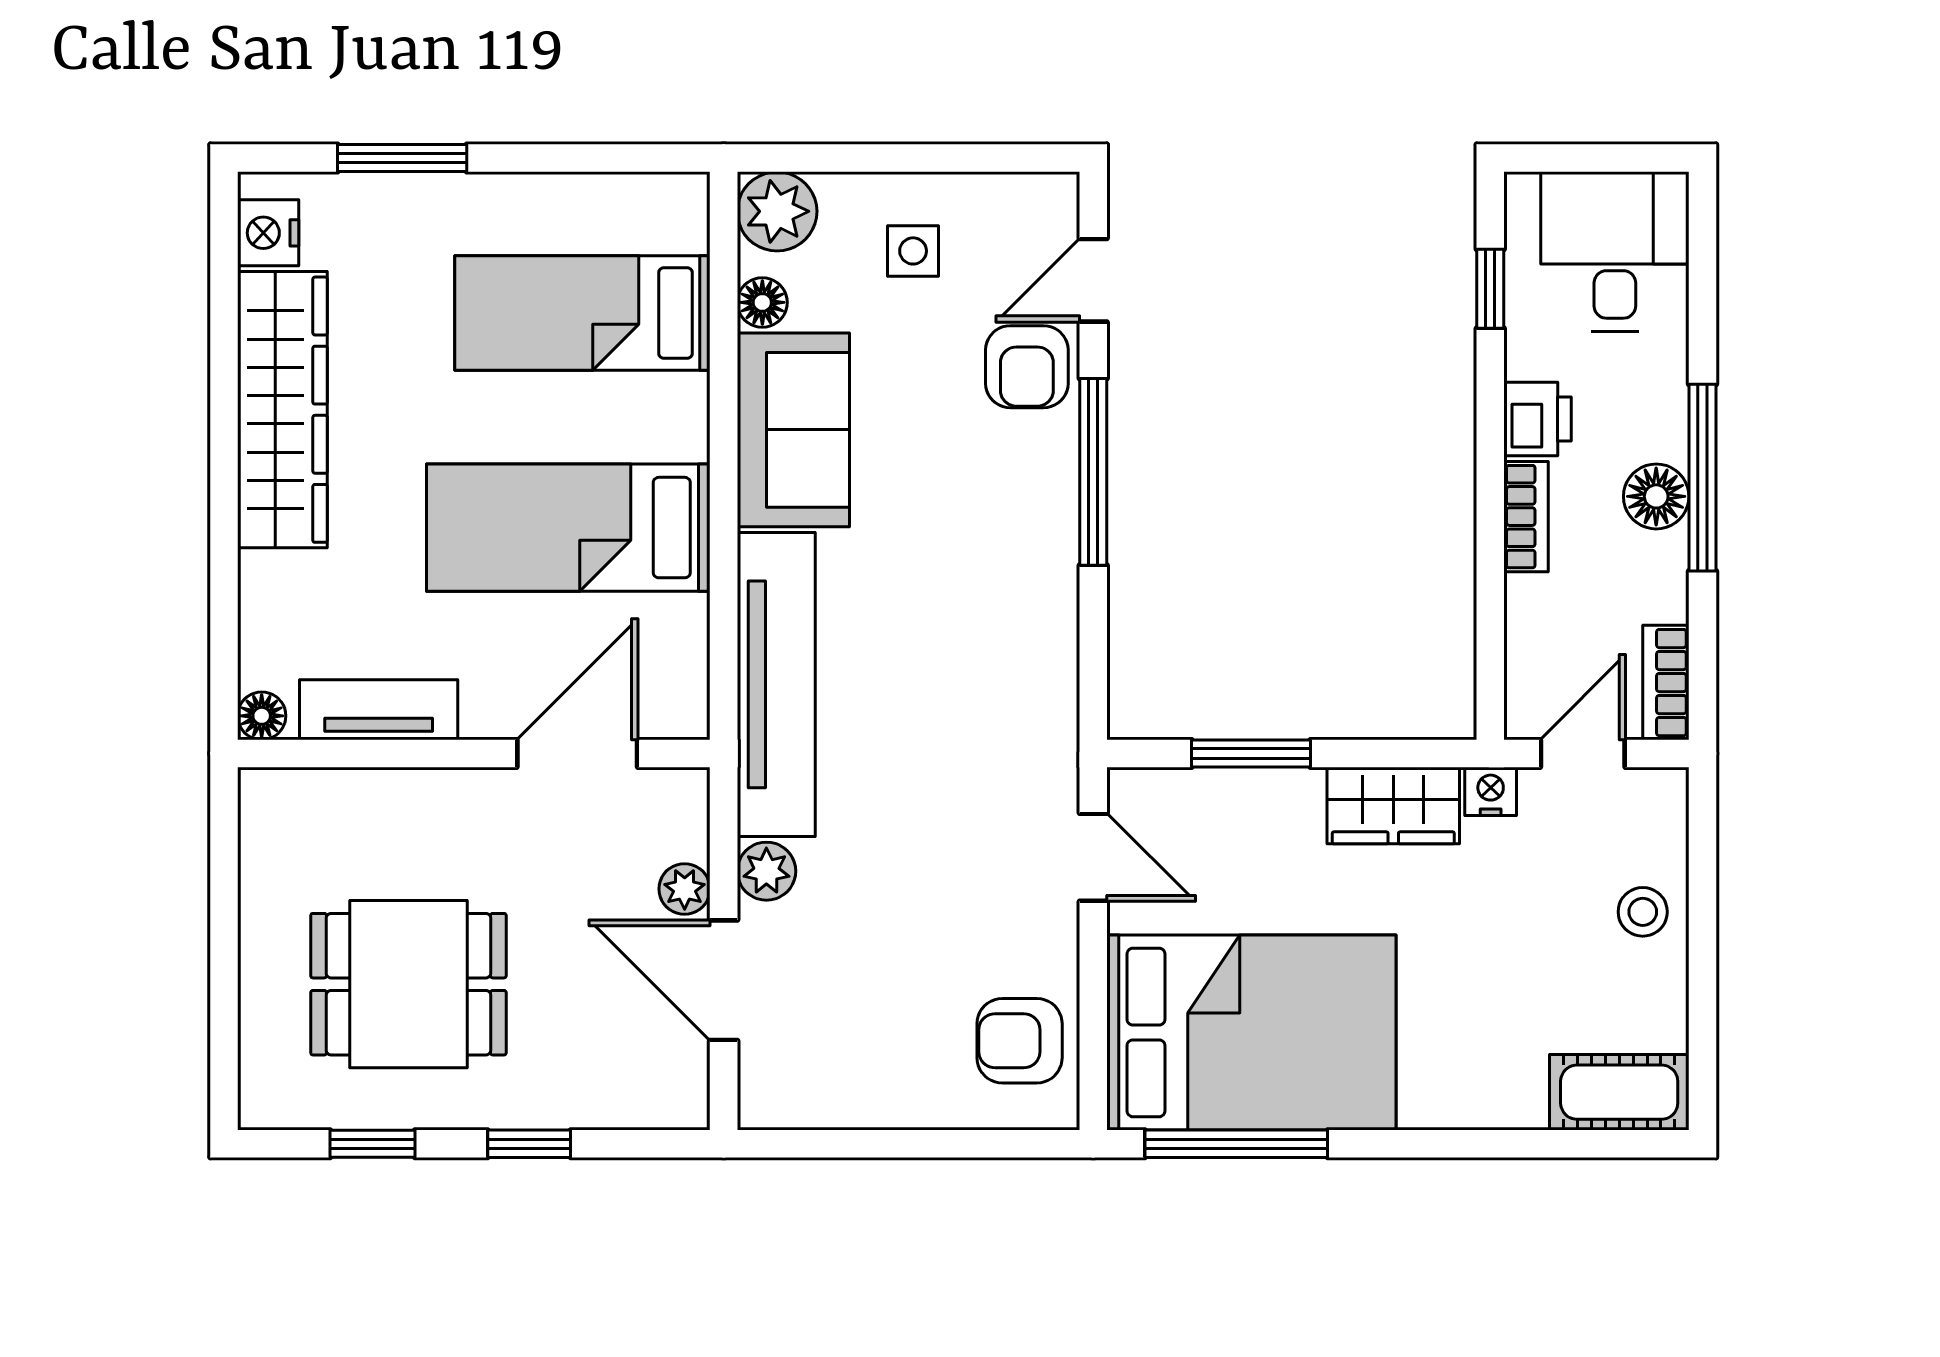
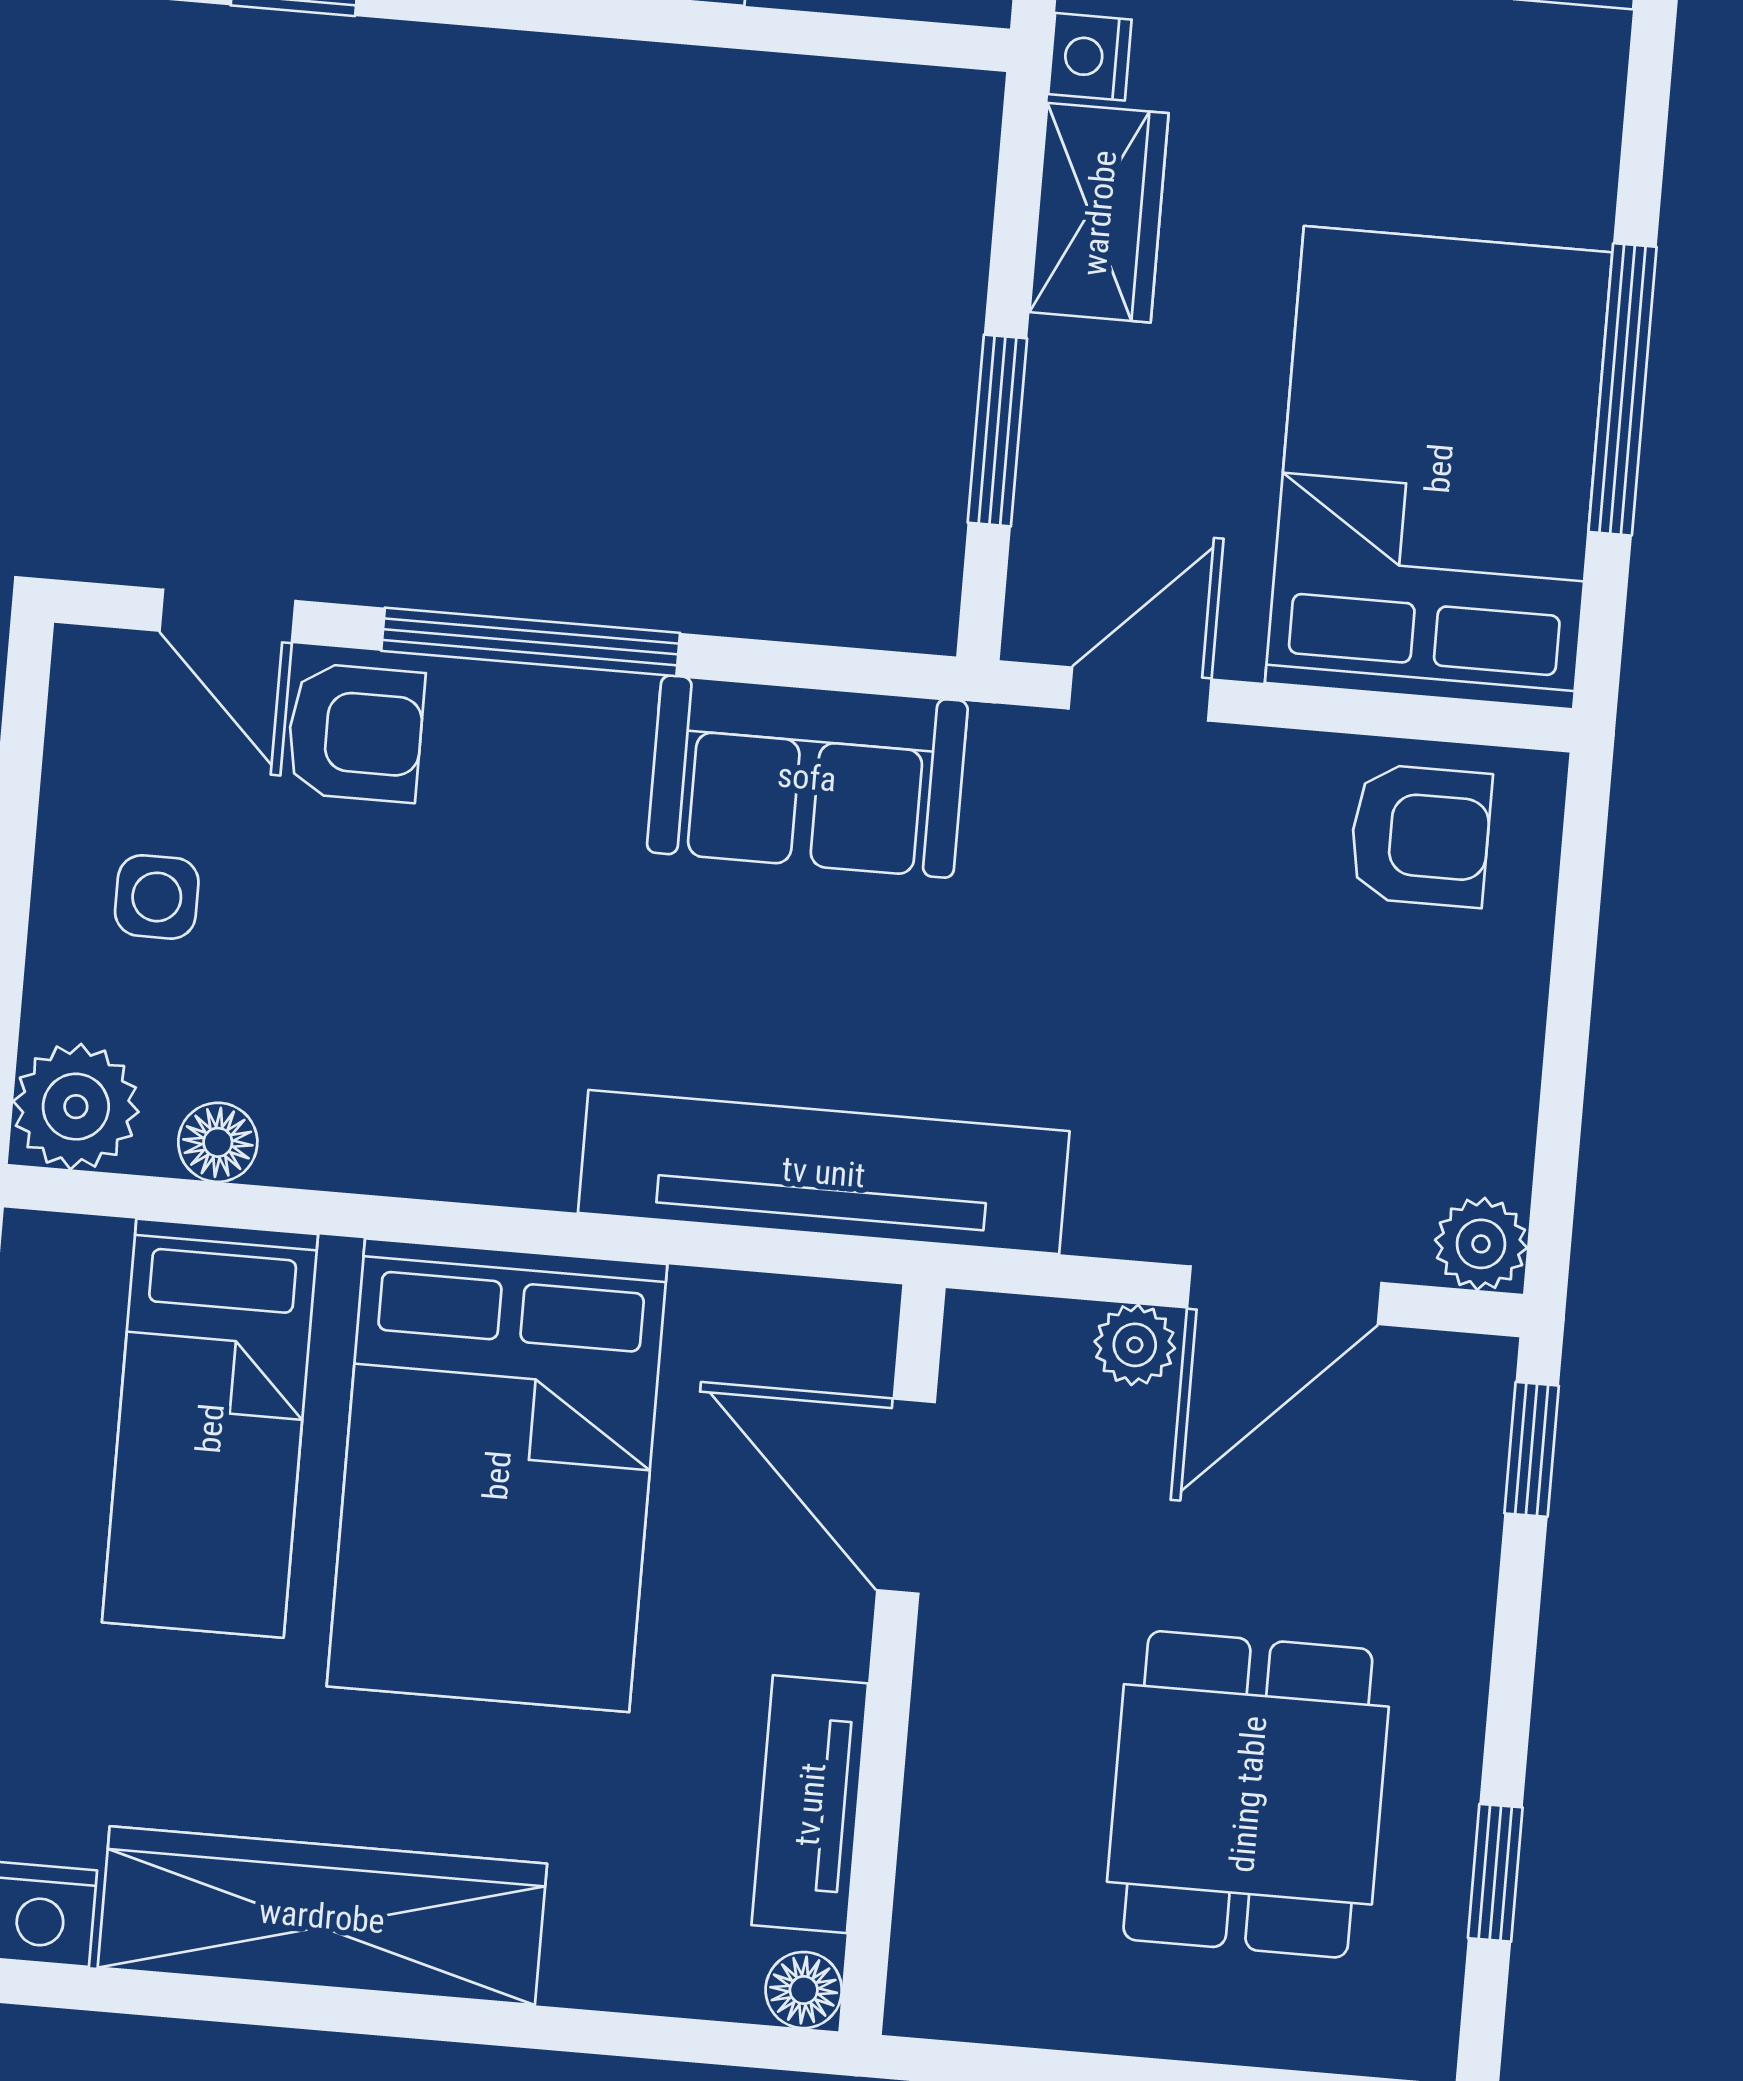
sofa: (793, 430) -> (807, 777), moved, turned 180
bed: (568, 528) -> (497, 1475), width x1.50
plant: (766, 871) -> (1481, 1244), moved
armchair: (1020, 1041) -> (1420, 836), turned -90
window: (529, 1144) -> (1532, 1449), moved
window: (1236, 1144) -> (1622, 389), moved

